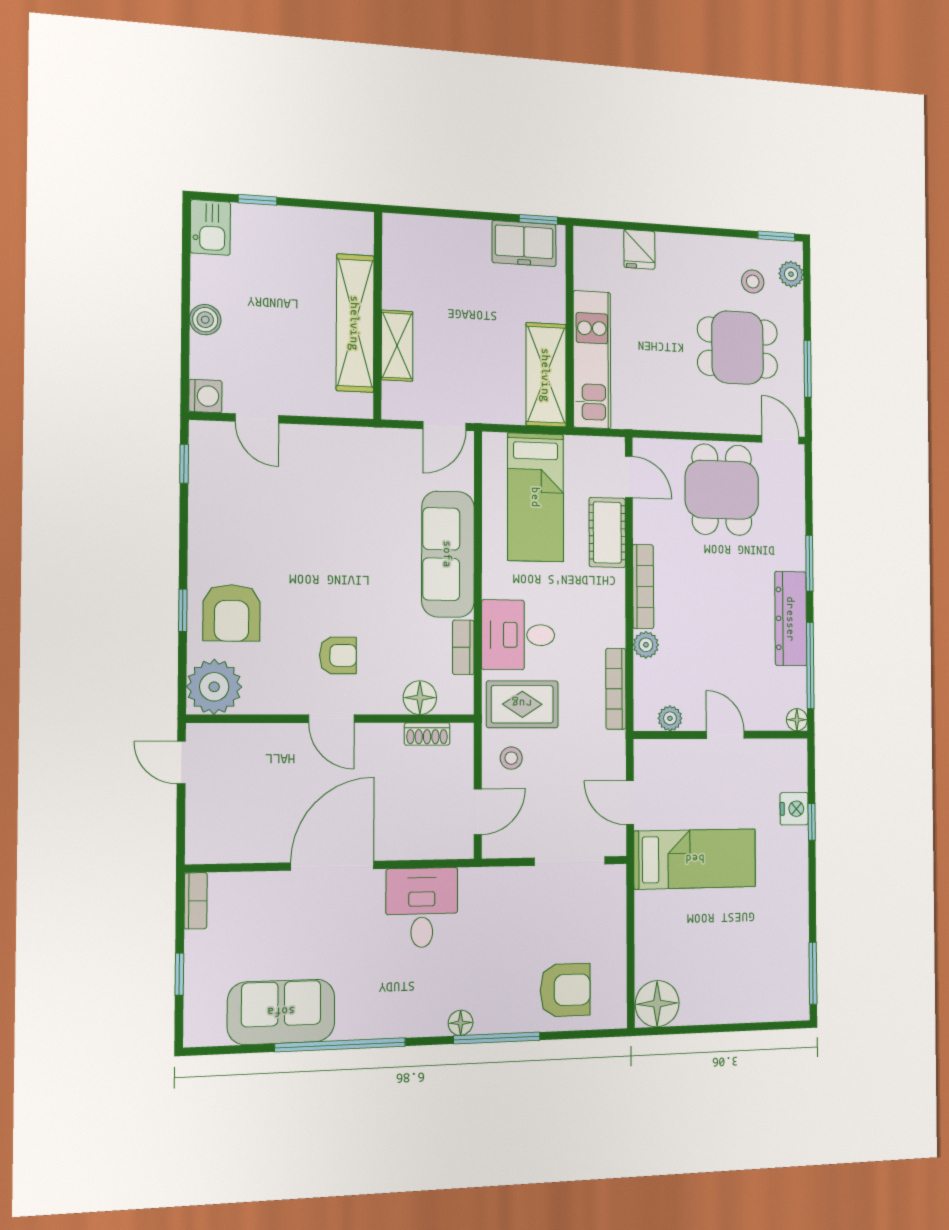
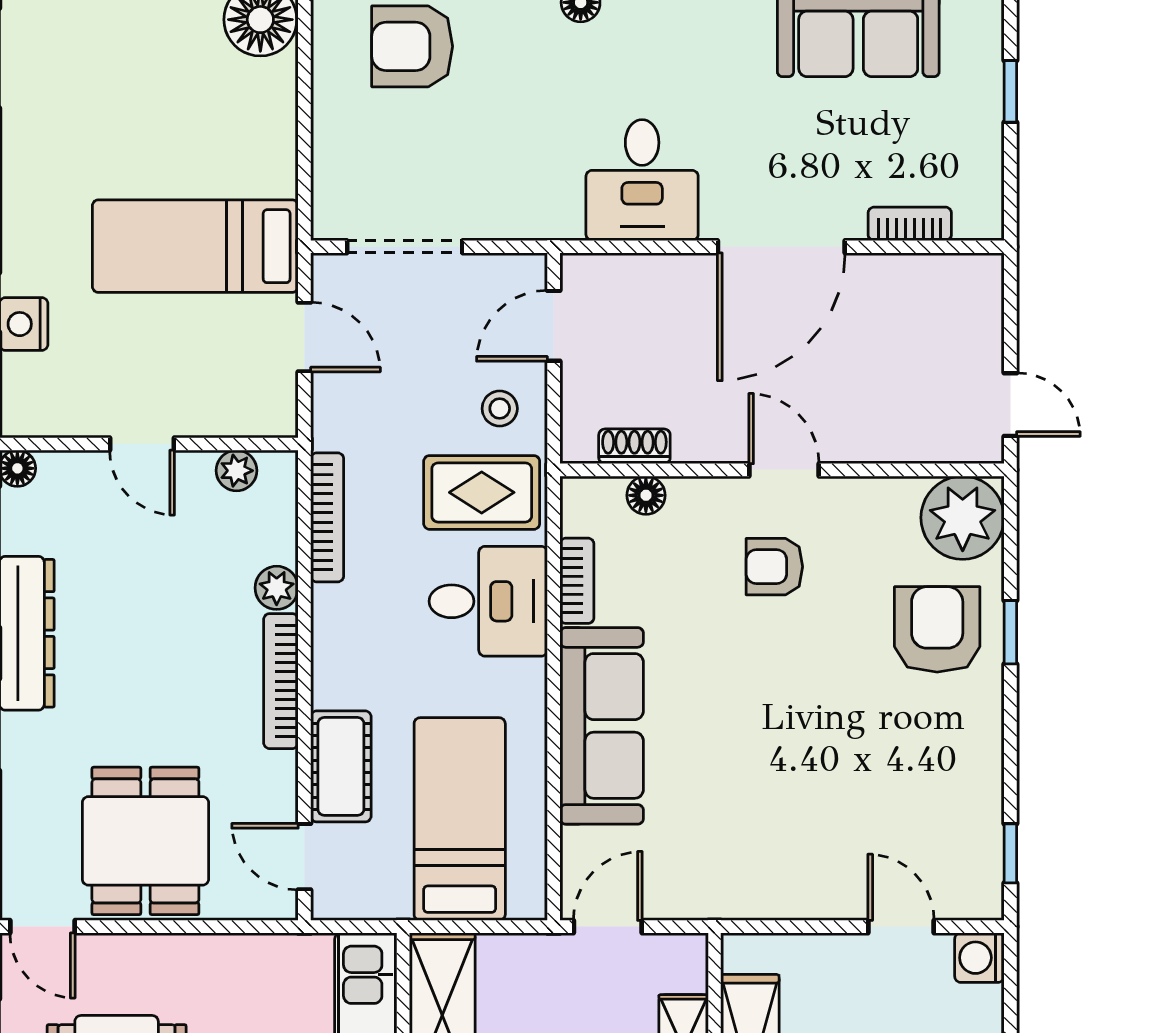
floor lamp: (420, 698) -> (646, 495), width x0.73, depth x0.73
bookcase: (196, 901) -> (910, 224), moved, turned 90

